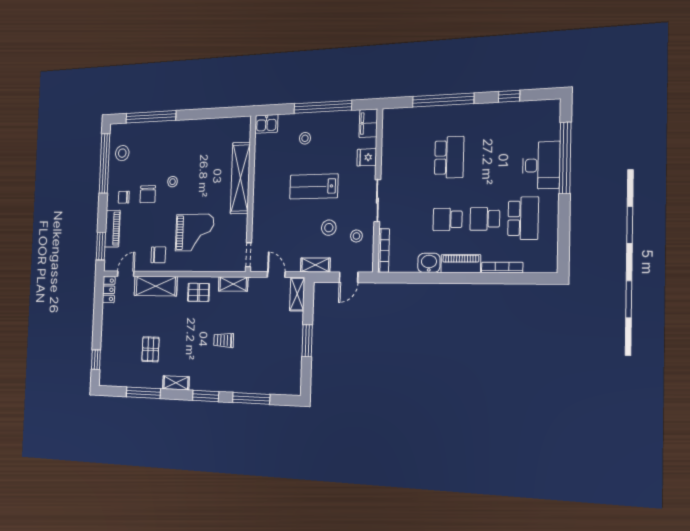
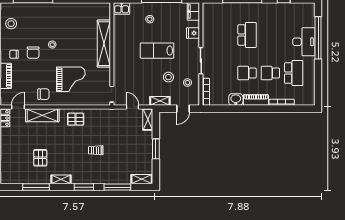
shelving: (233, 284) -> (142, 179), moved

